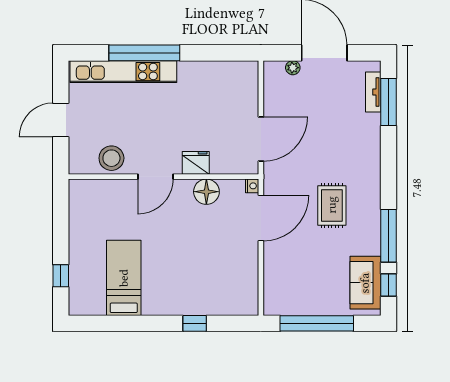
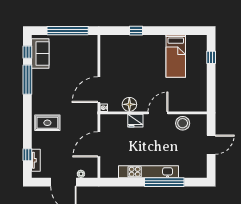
kitchen unit: (123, 72) -> (148, 172), moved
window: (388, 102) -> (27, 155), width x0.46
door: (261, 139) -> (99, 144), moved
rug: (332, 205) -> (47, 123), moved, turned 90

